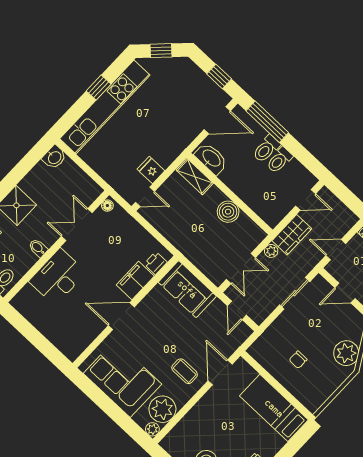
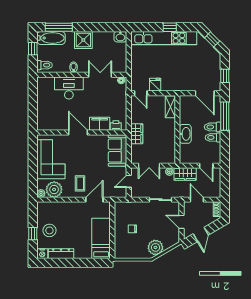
washbasin: (211, 158) -> (185, 134), moved
boiler: (228, 212) -> (169, 136), removed
wardrobe: (189, 247) -> (137, 134), added

